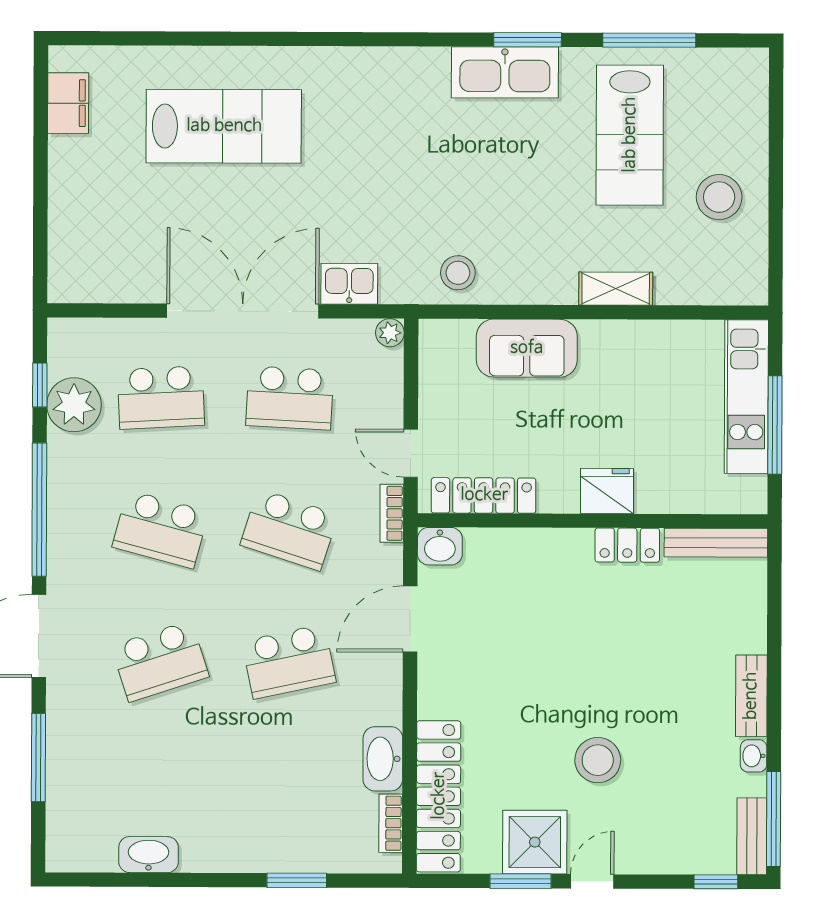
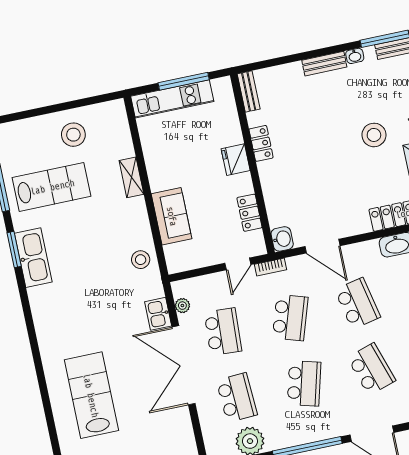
plant: (390, 333) -> (182, 306), moved
locker: (484, 495) -> (249, 213), width x0.66
bench: (716, 543) -> (249, 91), width x0.73

